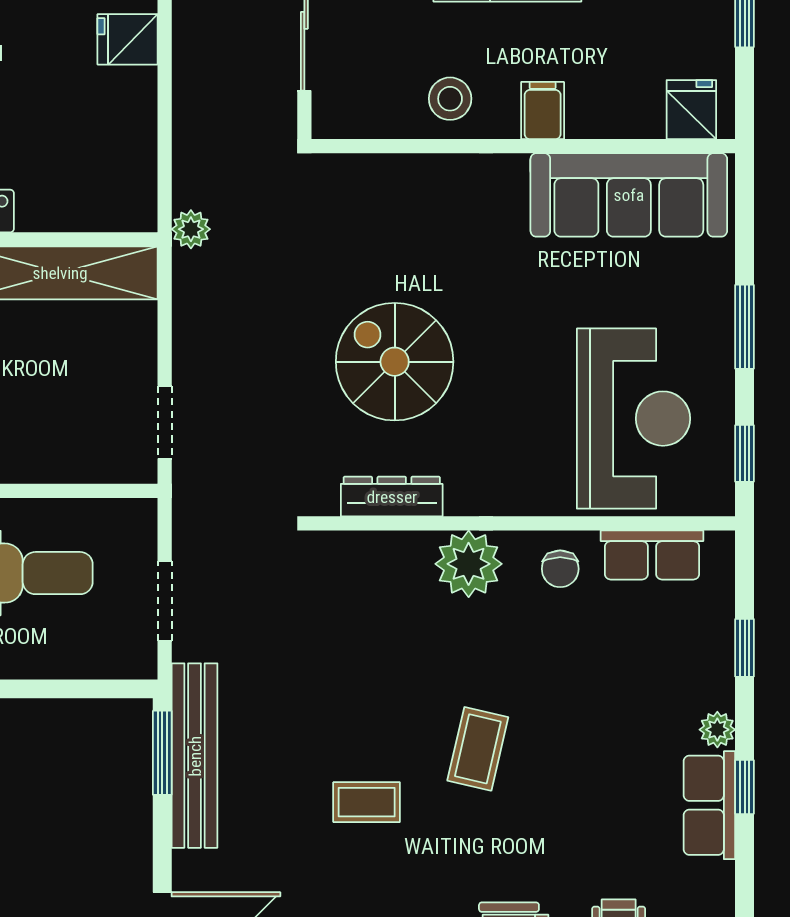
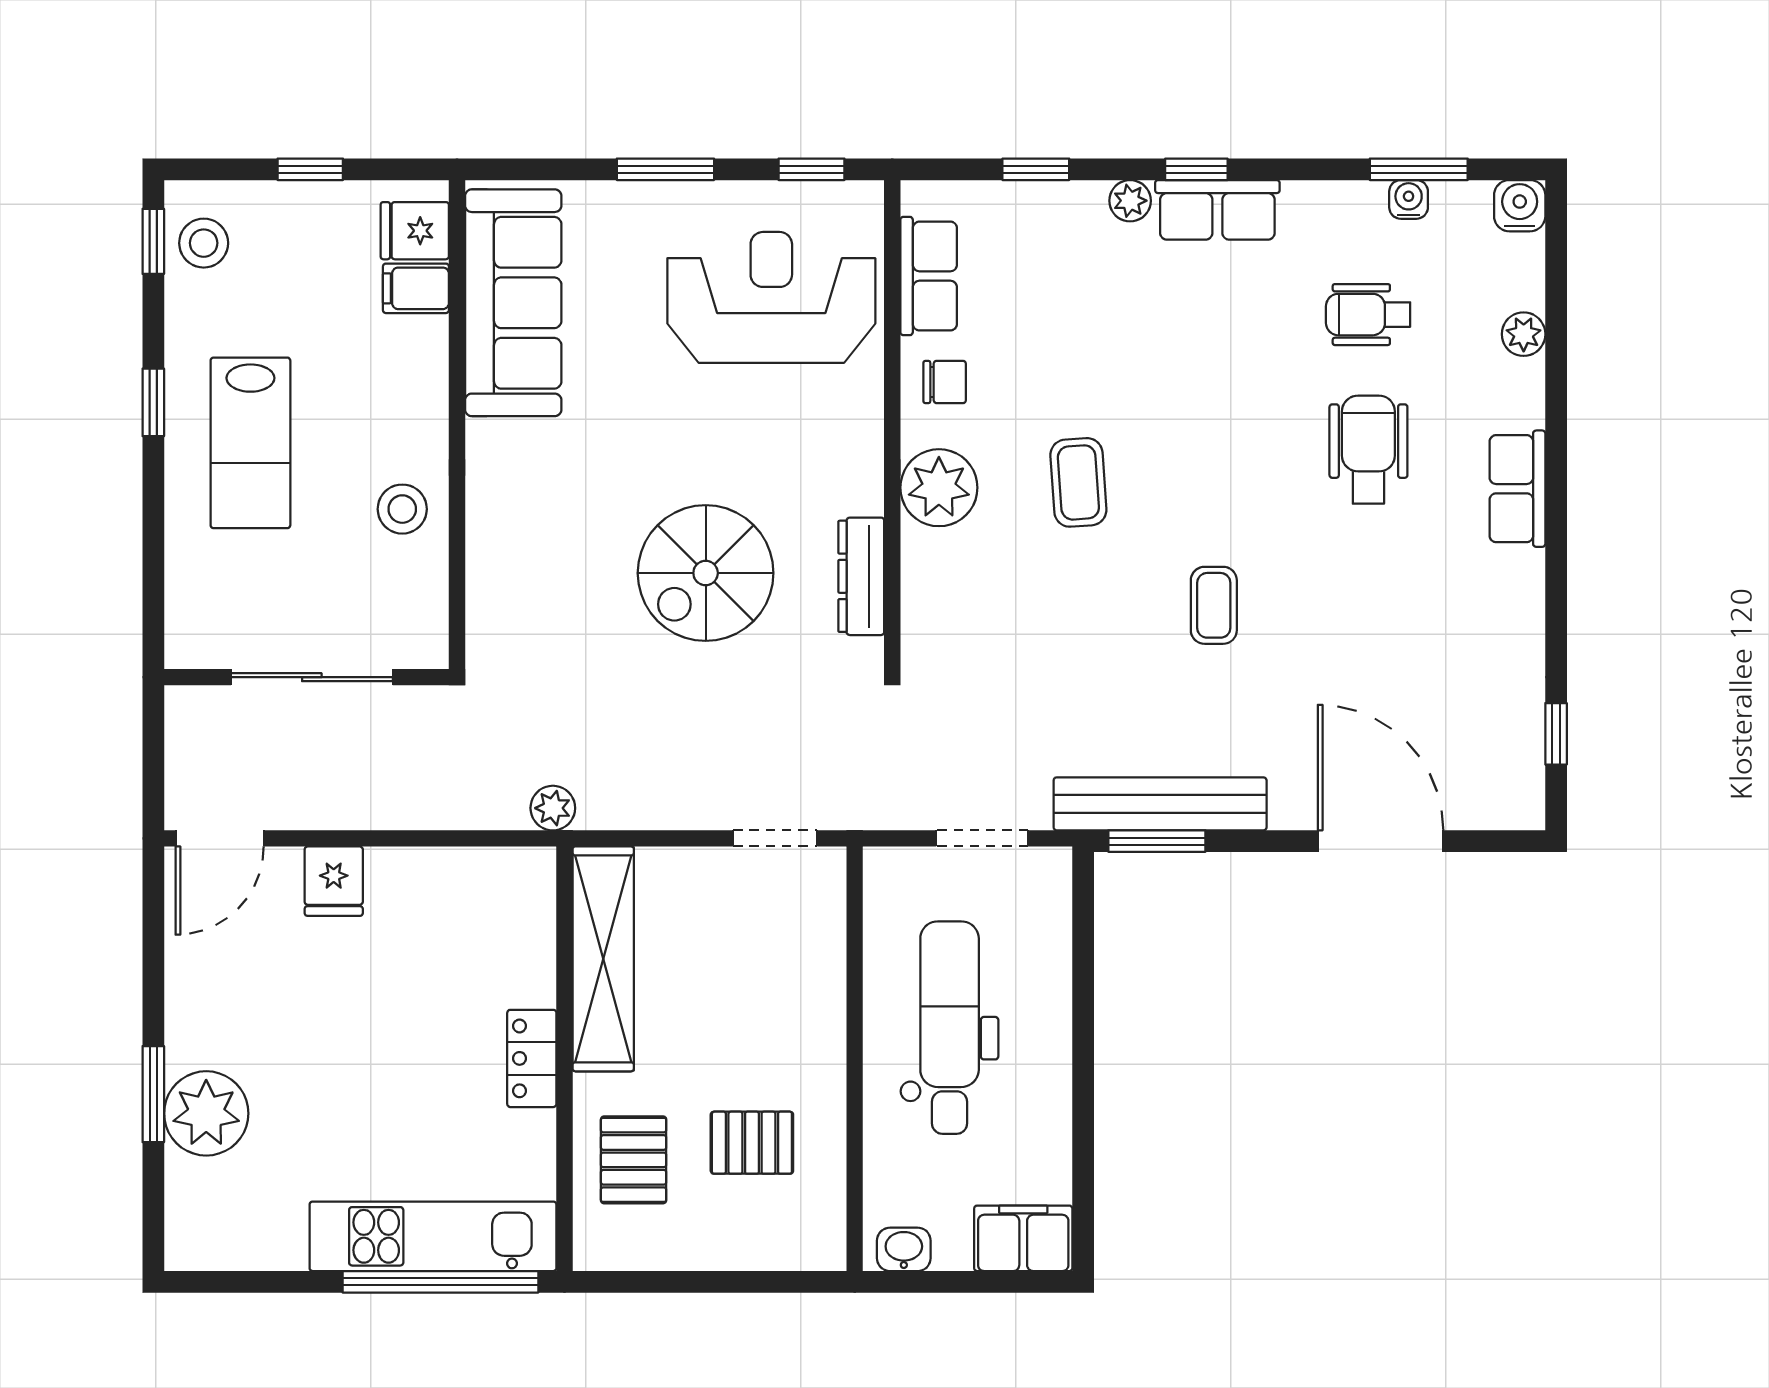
filing cabinet: (543, 111) -> (416, 288), moved
coffee table: (478, 749) -> (1078, 482), moved, turned 73

